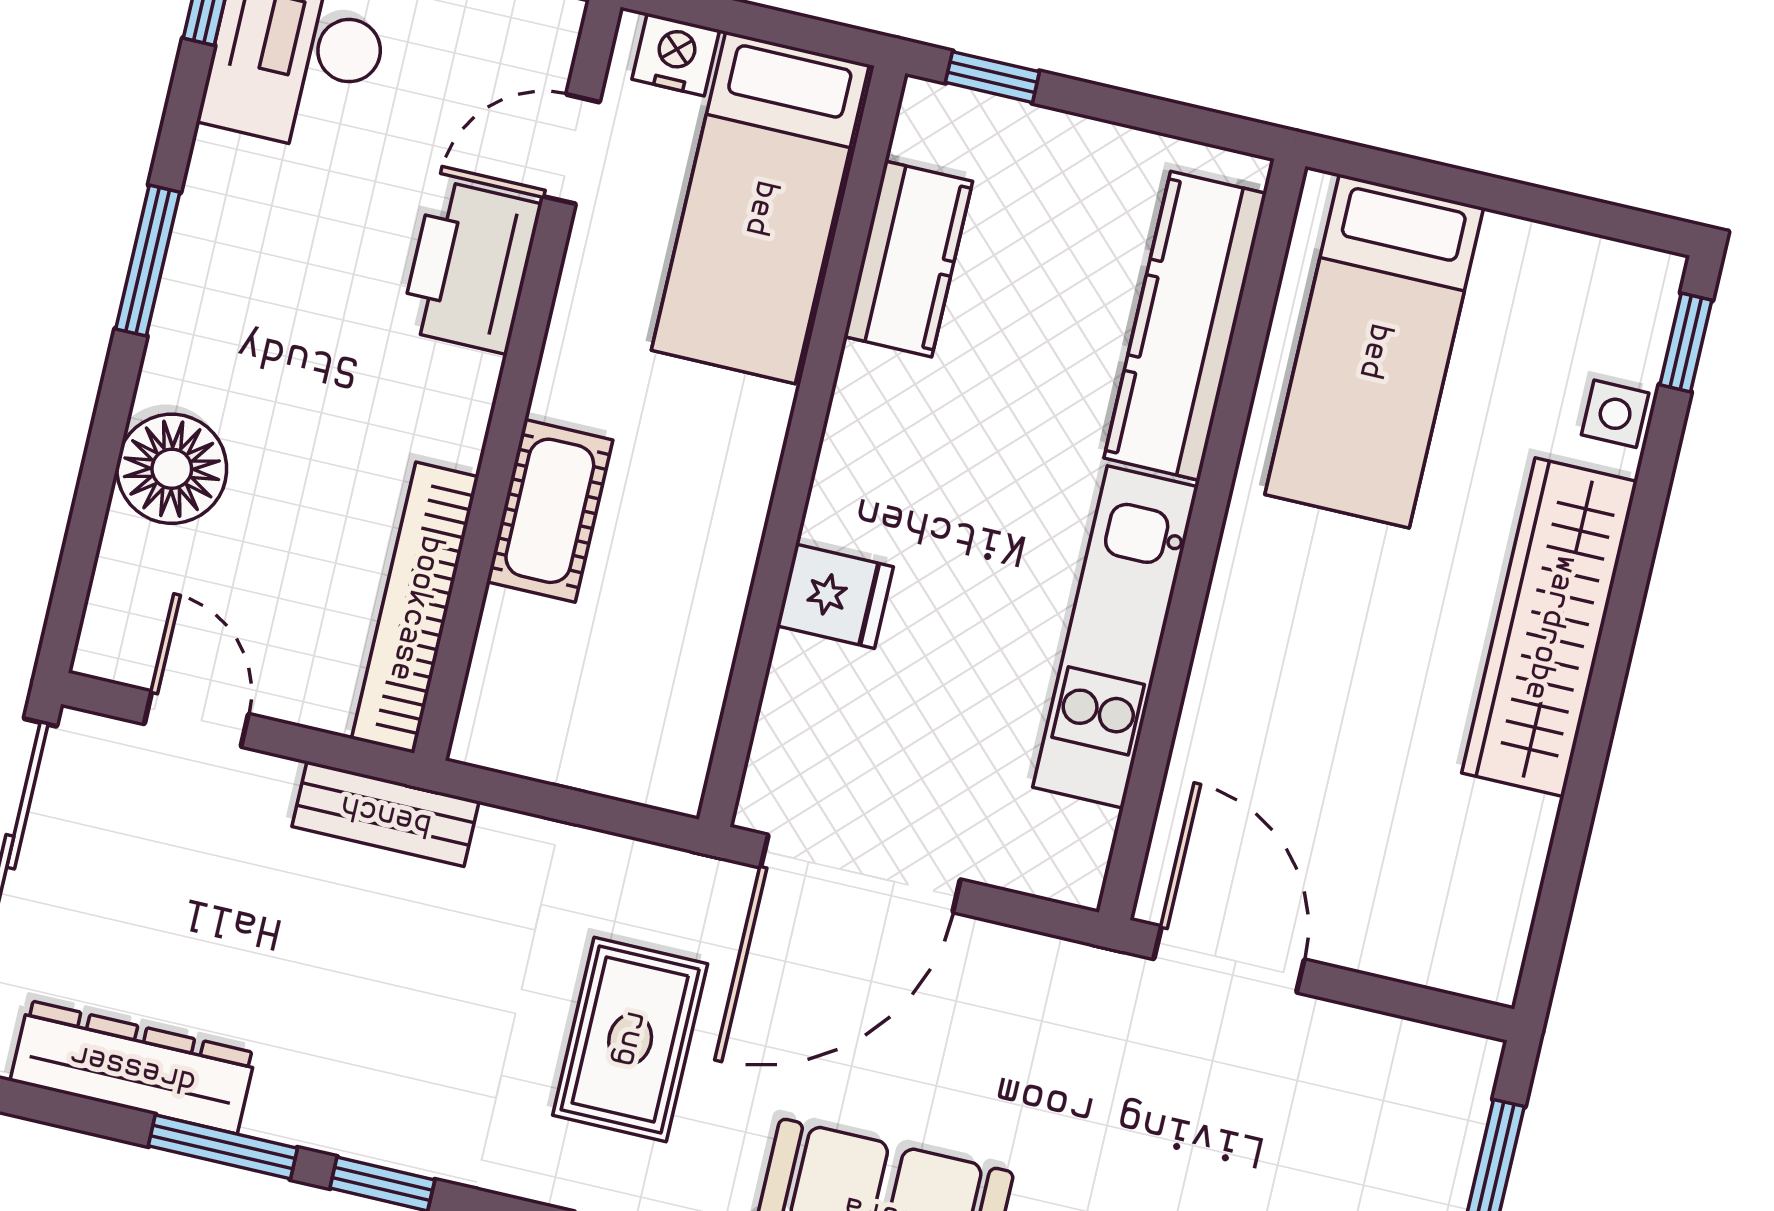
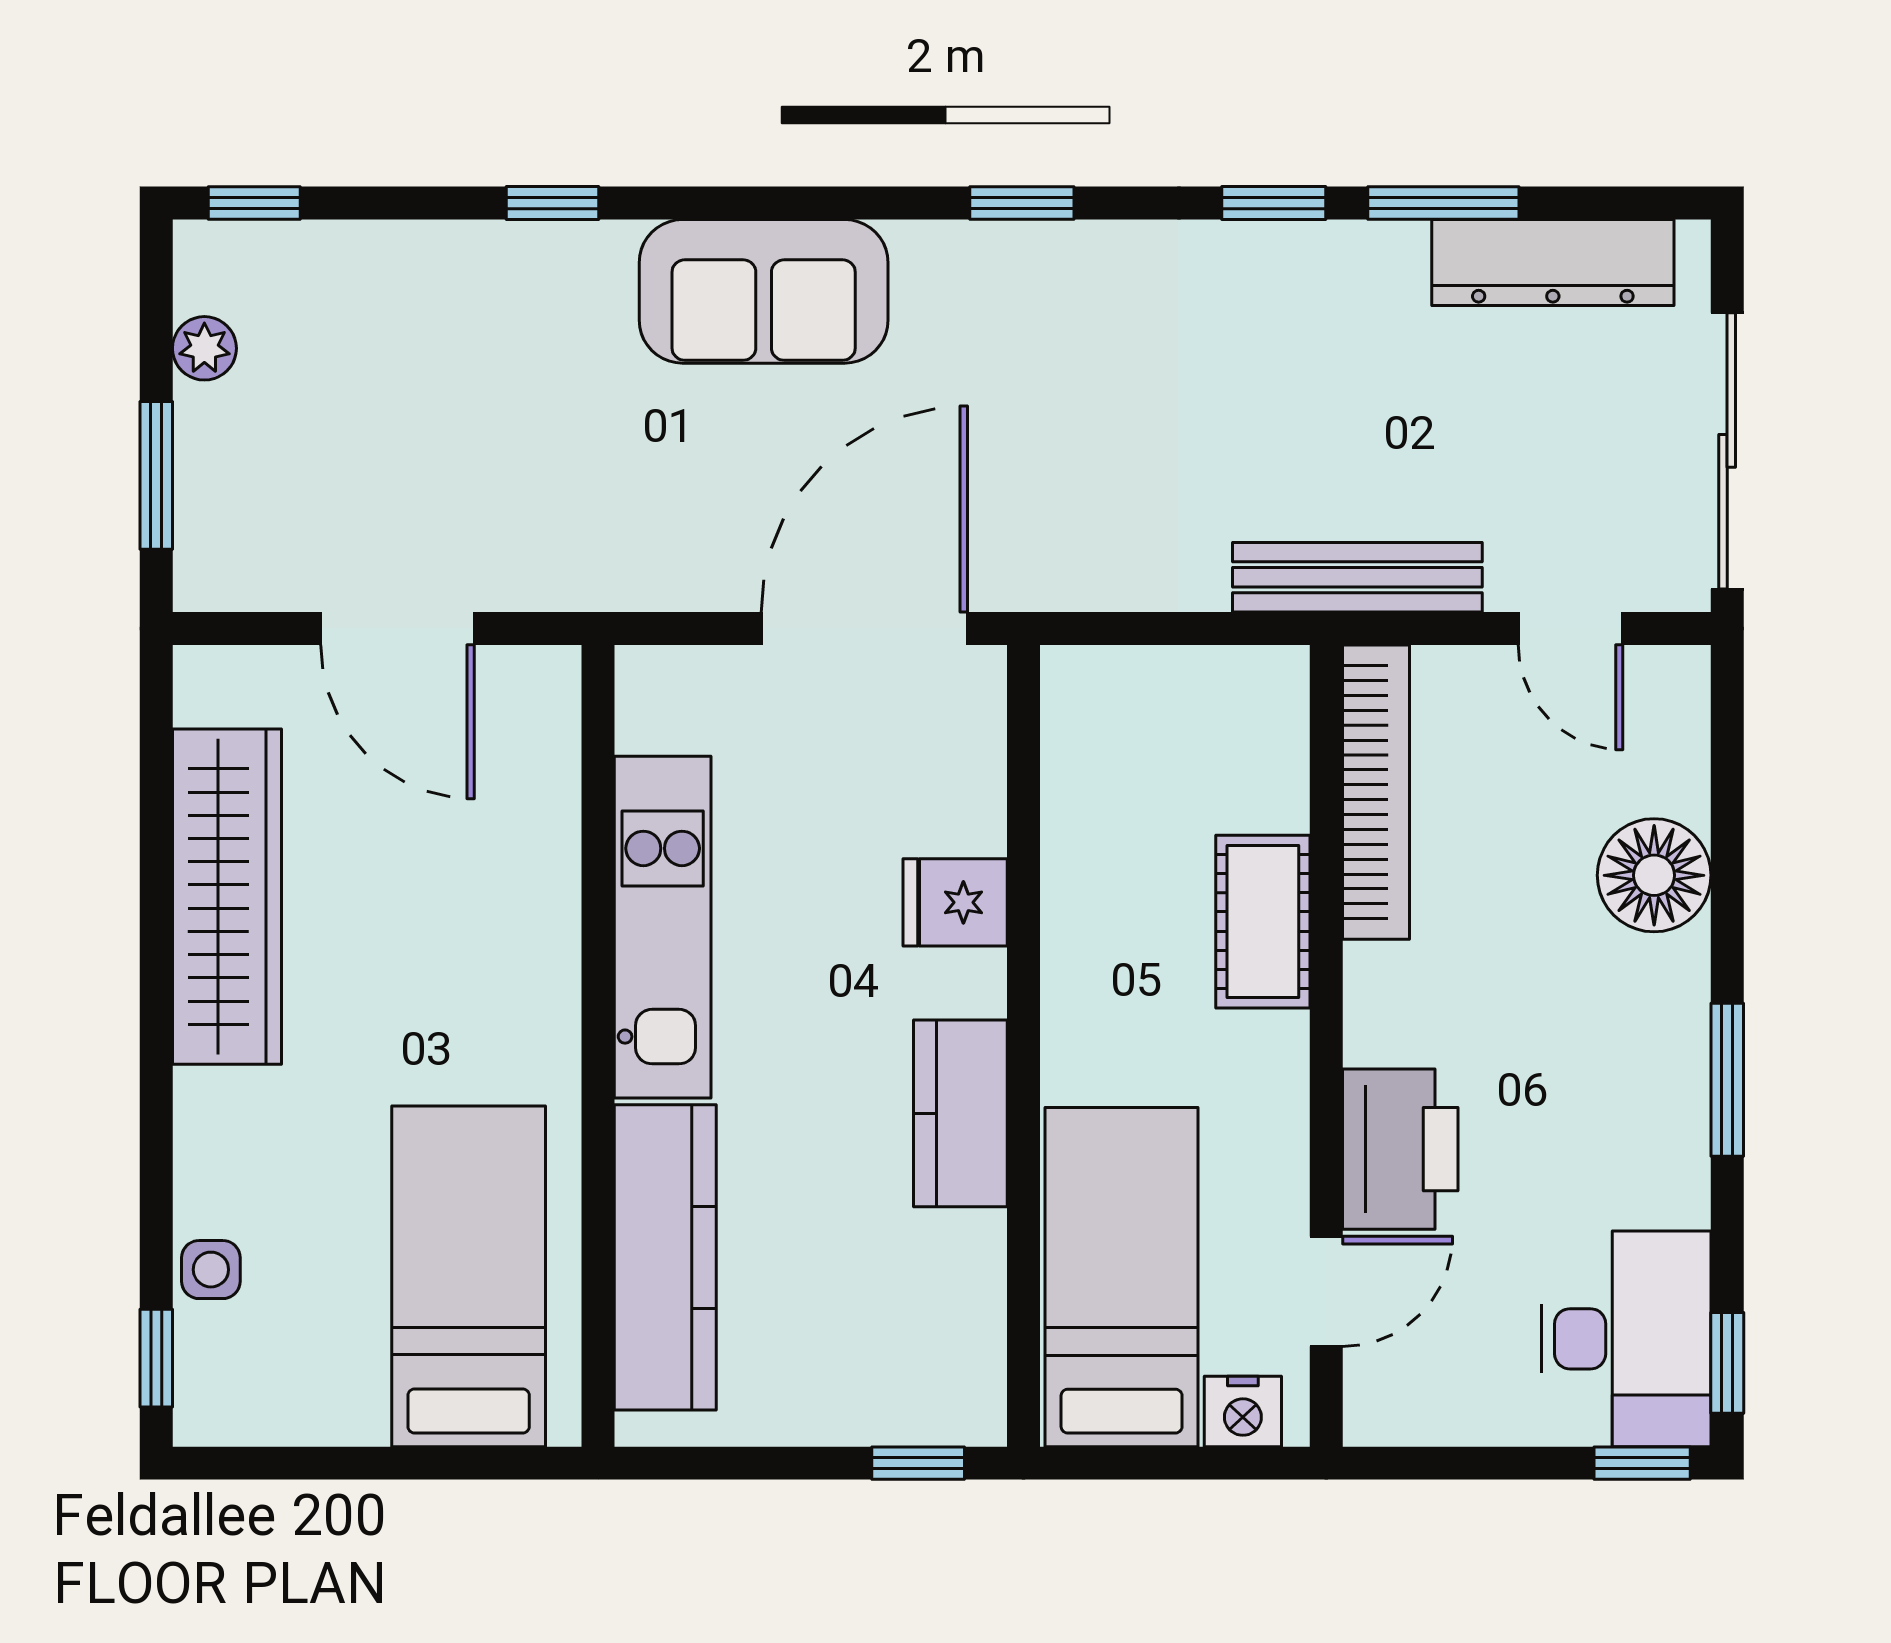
kitchen counter: (908, 259) -> (960, 1113), moved
wardrobe: (1550, 627) -> (227, 897), moved
bench: (386, 814) -> (1357, 577), width x1.36
door: (1229, 959) -> (397, 629), moved
rug: (630, 1039) -> (1058, 407), removed

